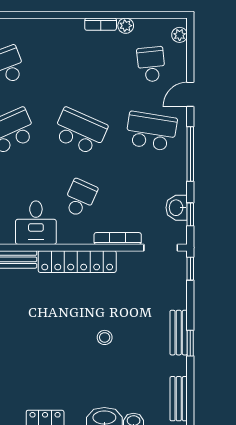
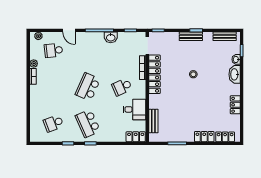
school desk: (151, 131) -> (88, 50), removed
school desk: (80, 198) -> (122, 87), turned -48
washbasin: (177, 208) -> (111, 37), moved
locker: (77, 262) -> (154, 74), moved

